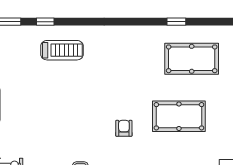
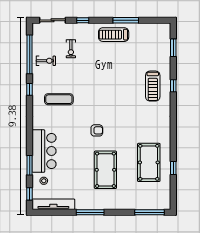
window: (45, 22) -> (173, 86), moved
pool table: (192, 59) -> (149, 162), moved

